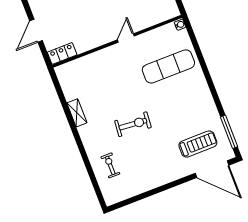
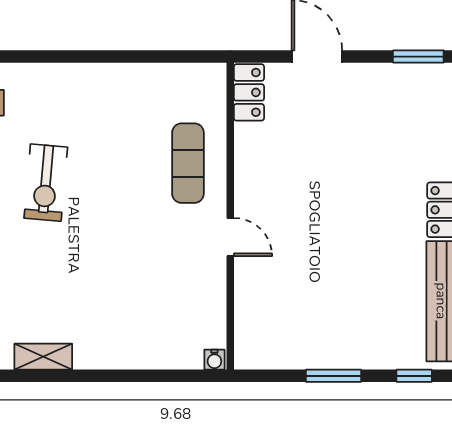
exercise mat: (168, 66) -> (188, 163), moved, width x0.73, depth x0.69
shelving: (77, 113) -> (43, 357), moved

